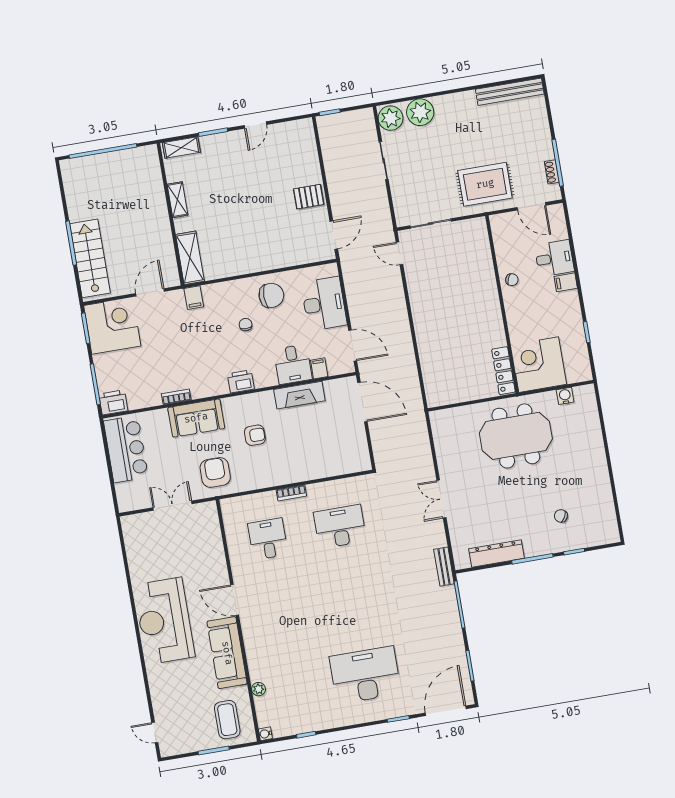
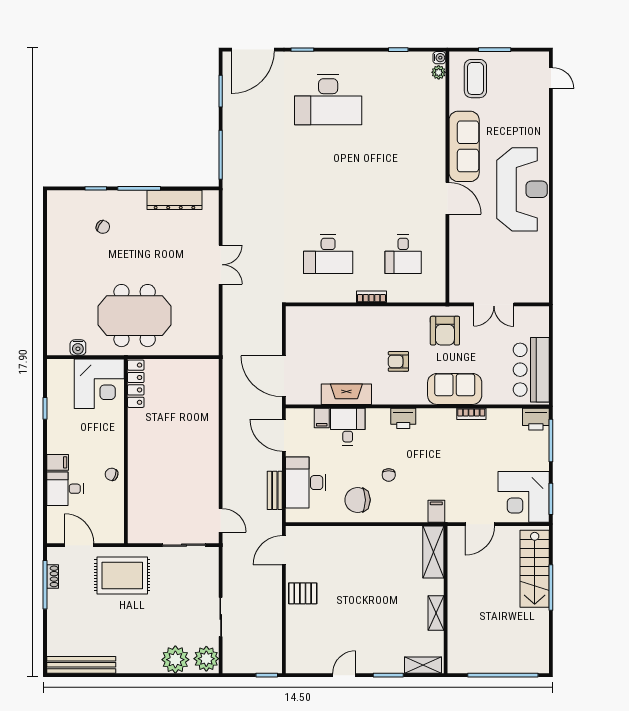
bench: (444, 567) -> (275, 490), moved
plant: (259, 689) -> (439, 72), moved

